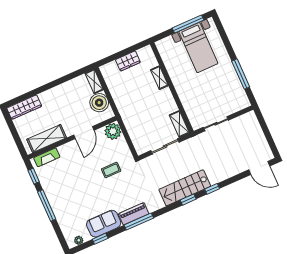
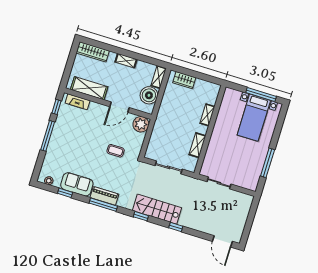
wardrobe: (128, 61) -> (184, 80), moved
shelving: (57, 91) -> (126, 61), added
shelving: (179, 124) -> (197, 145), moved
window: (188, 200) -> (141, 216), moved

